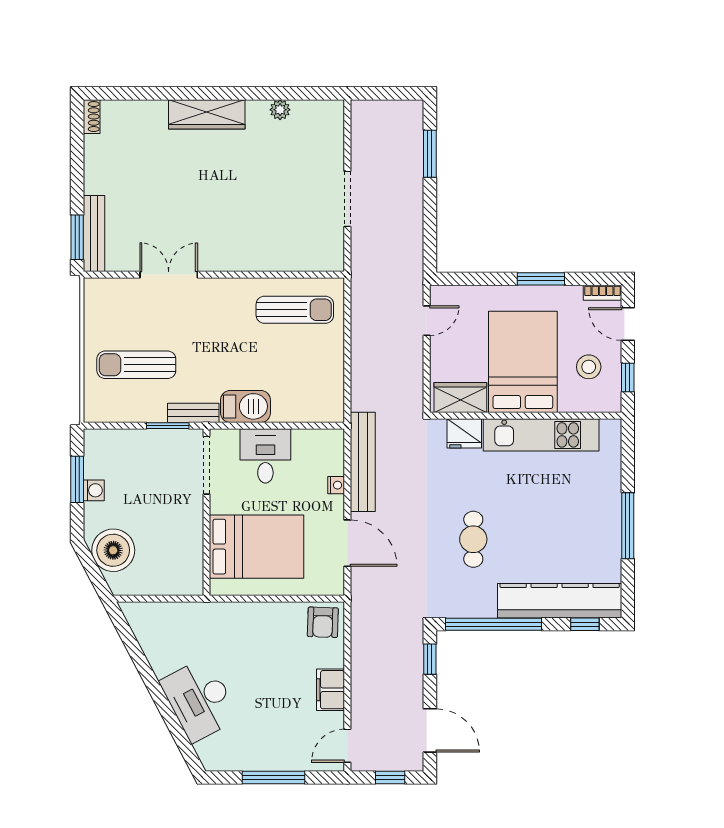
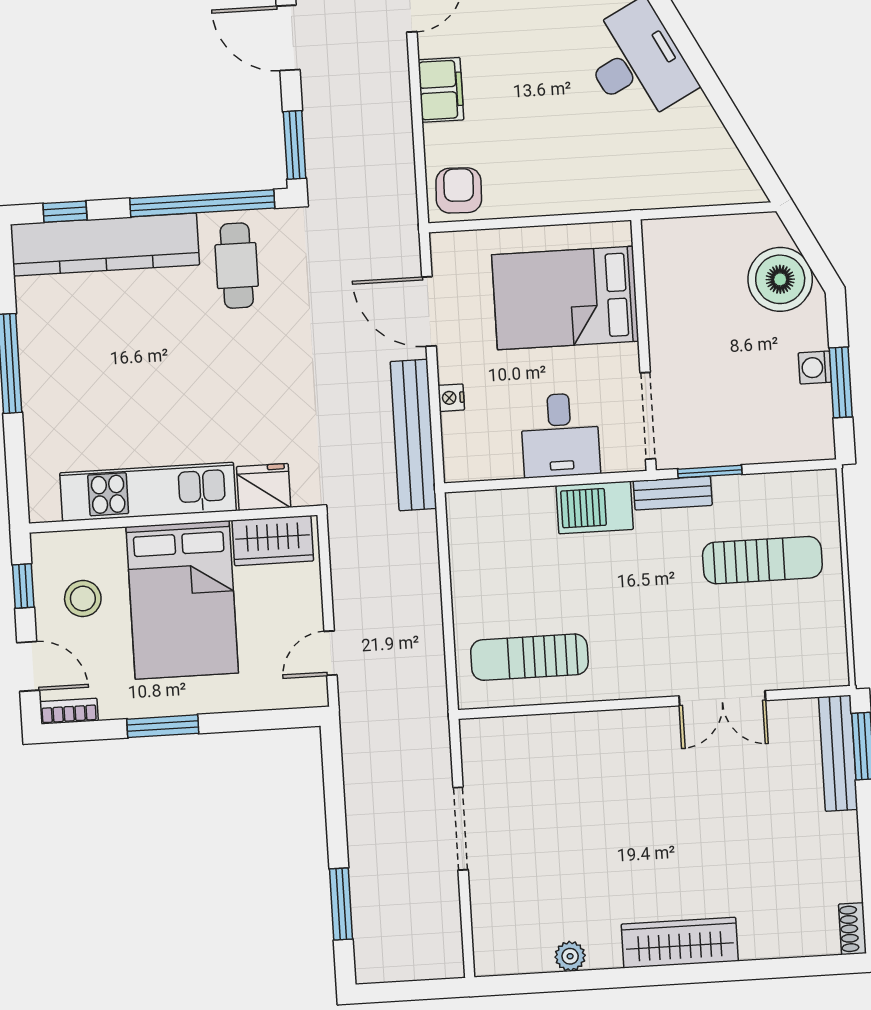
cafe table: (473, 539) -> (237, 266), moved
window: (430, 659) -> (295, 145), width x1.50

